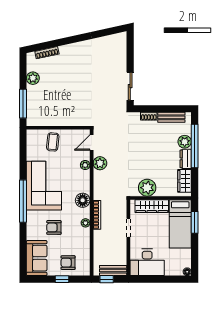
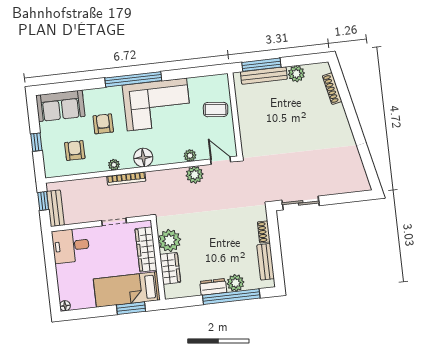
bench: (31, 103) -> (264, 75), added
wardrobe: (184, 181) -> (170, 268), moved, turned 90
desk: (147, 262) -> (71, 246), width x0.73
armchair: (68, 263) -> (75, 151), moved

